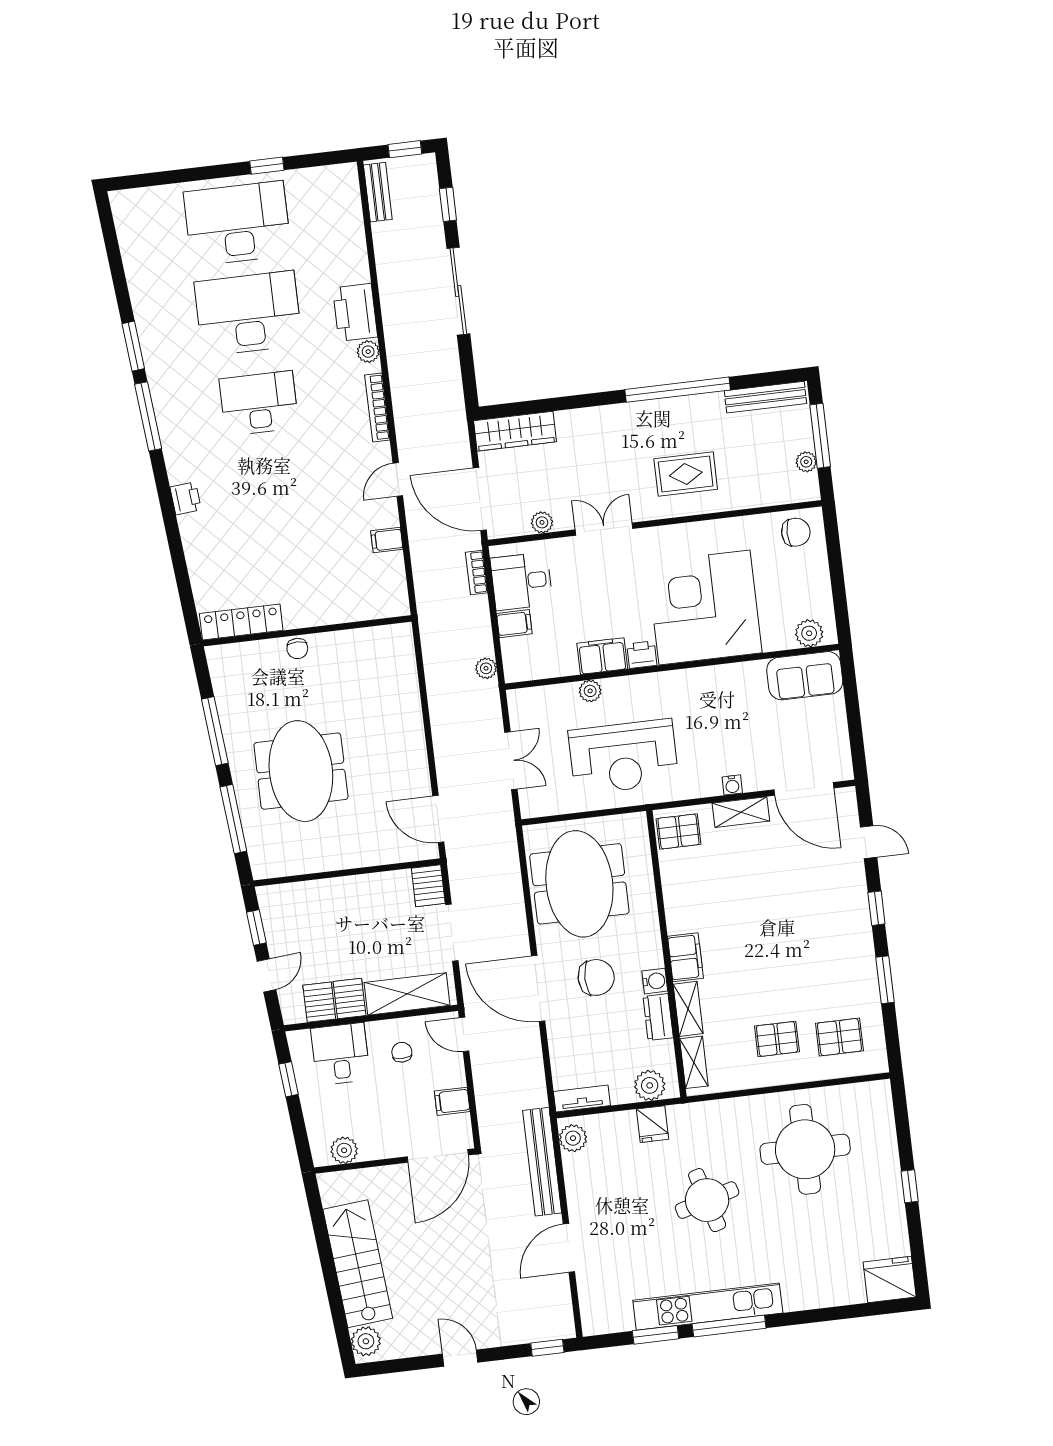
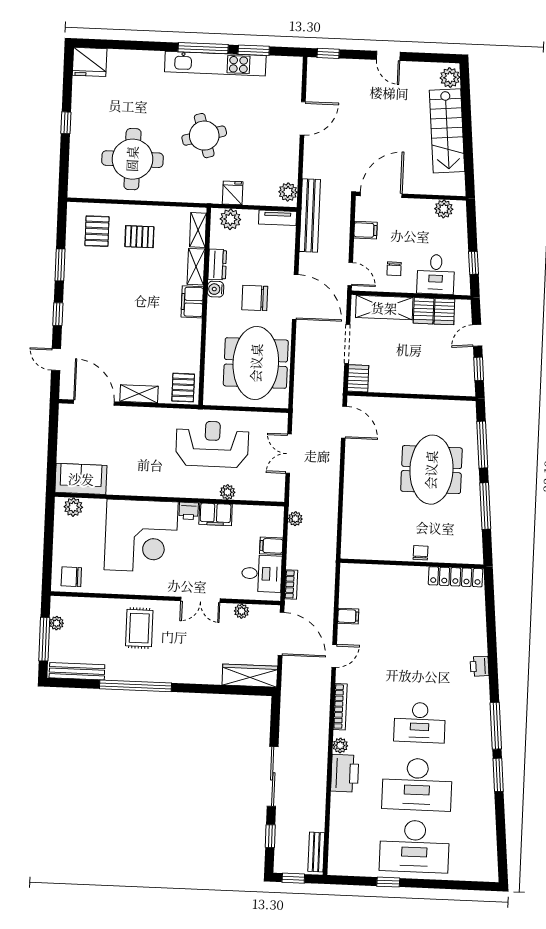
rug: (686, 474) -> (139, 628), turned 90
water cooler: (732, 785) -> (142, 413), removed
pallet: (679, 831) -> (183, 388), turned 90
pallet: (839, 1037) -> (97, 231), turned 90
bench: (542, 1162) -> (310, 215), moved

